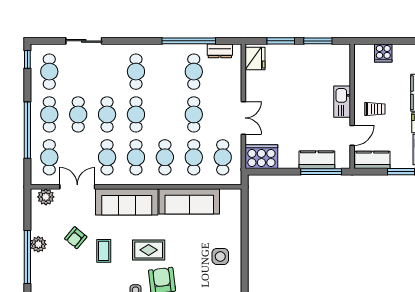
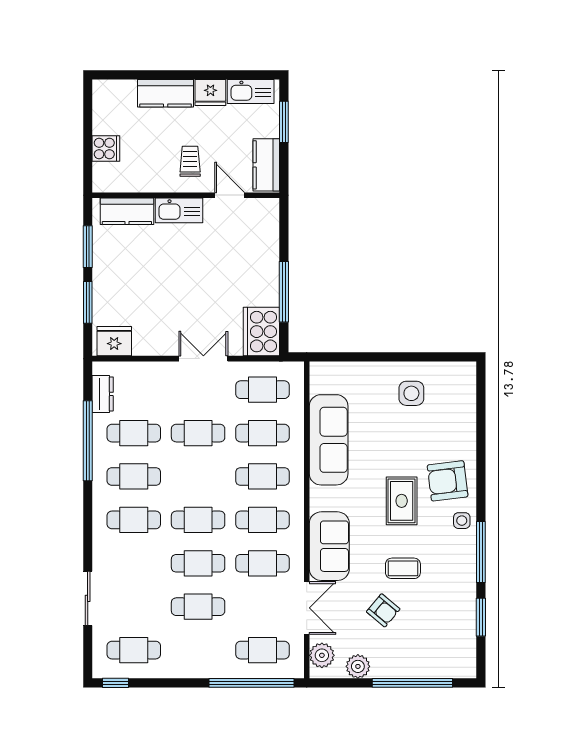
cafe table: (49, 114) -> (134, 476), moved
window: (27, 130) -> (251, 683), moved
kitchen counter: (317, 160) -> (127, 211), moved, turned -90
window: (321, 172) -> (284, 292), moved
double door: (77, 187) -> (307, 608), swing flipped
sofa: (127, 202) -> (329, 546), width x0.73
plant: (38, 244) -> (358, 666), moved

